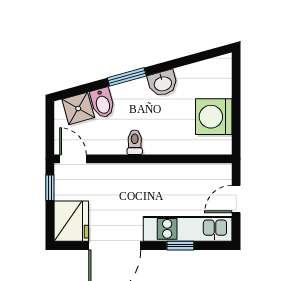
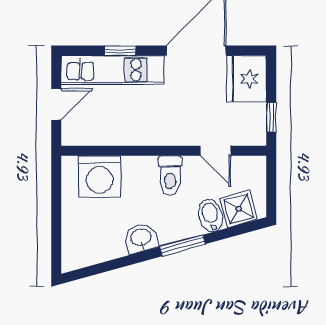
washing machine: (214, 117) -> (100, 176), moved, turned 90
toilet: (135, 142) -> (170, 175), width x1.37, depth x1.39
door: (73, 159) -> (215, 151), moved

